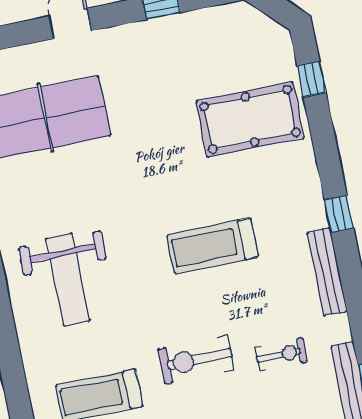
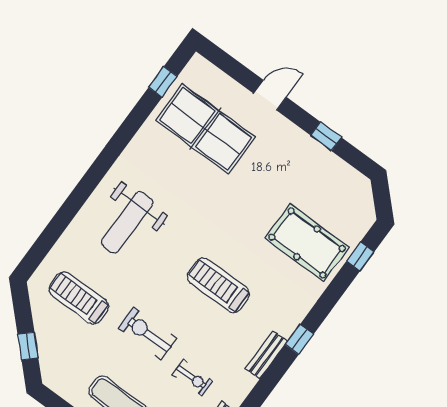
bench: (327, 272) -> (266, 355), width x0.73

